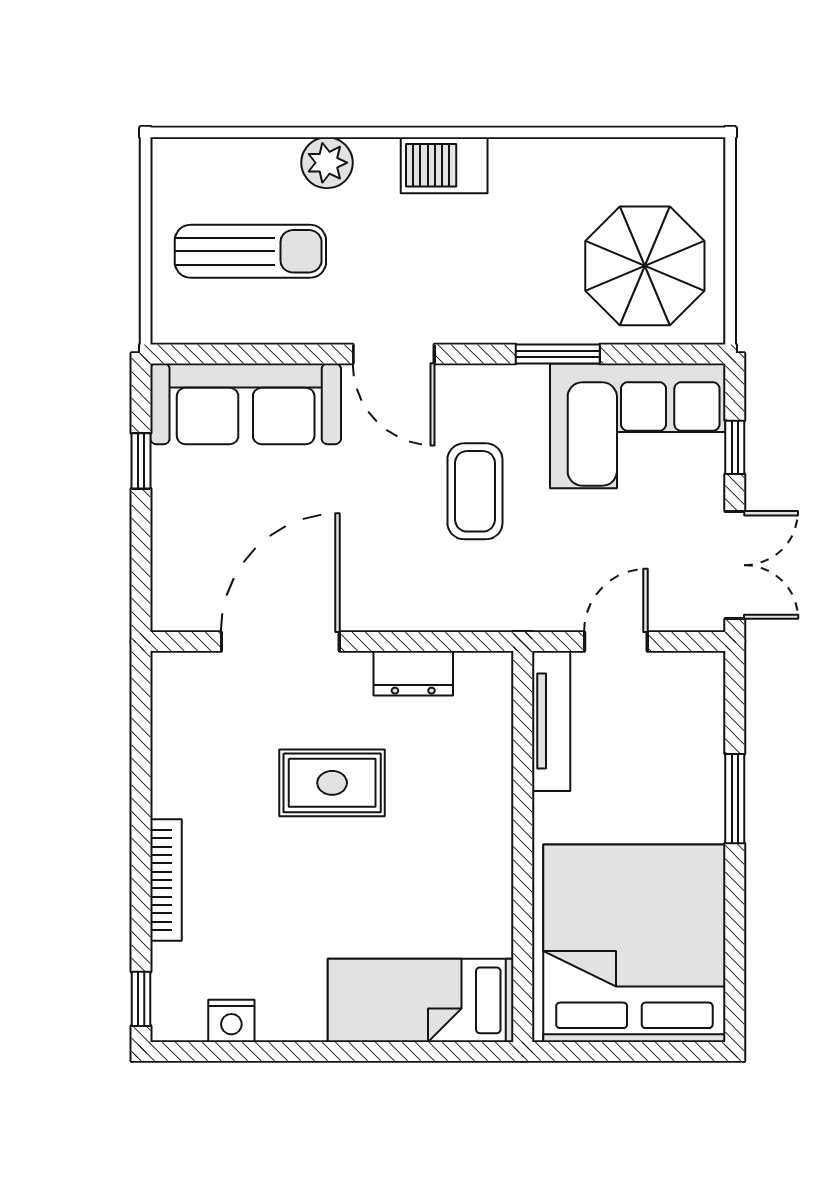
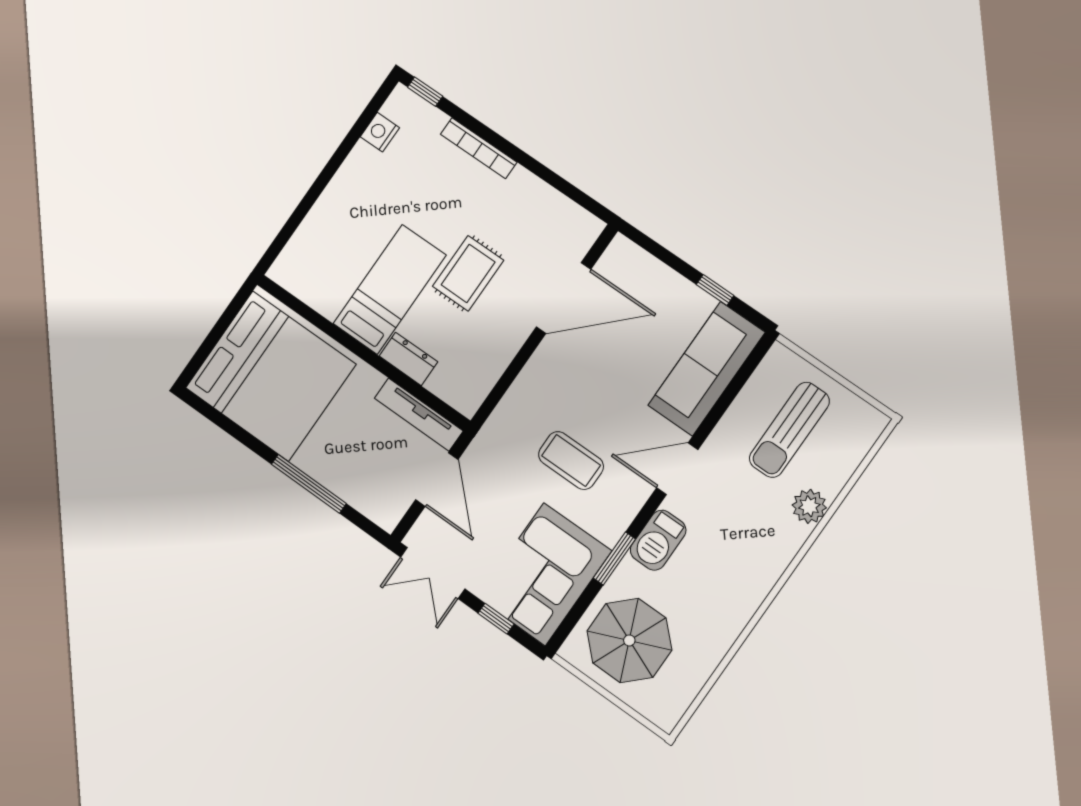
barbecue: (444, 165) -> (658, 540), moved, turned 180
door: (280, 641) -> (564, 298), hinge flipped
door: (616, 641) -> (437, 479), width x1.38
dresser: (413, 673) -> (408, 359), moved, turned 90
window: (735, 799) -> (309, 484), width x1.44
bed: (421, 1000) -> (390, 289), moved

